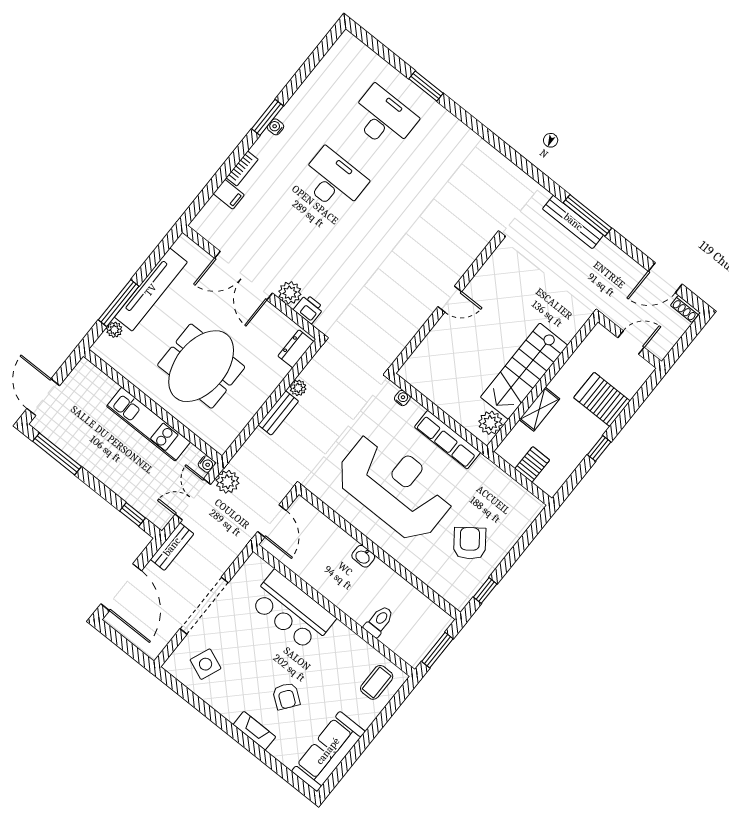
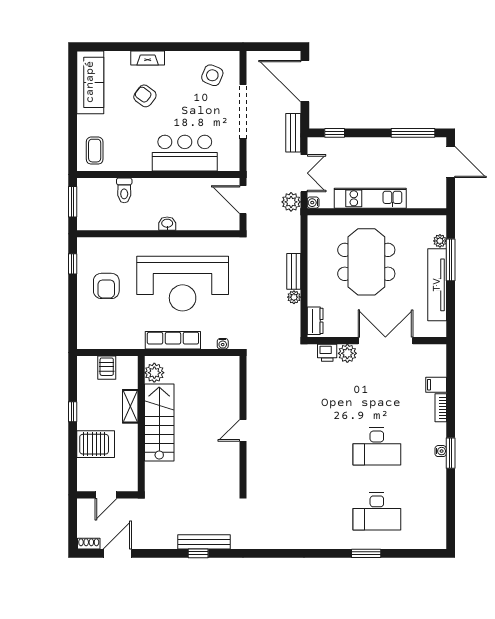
window: (587, 215) -> (198, 553), width x0.46
armchair: (470, 543) -> (106, 286), turned 37

